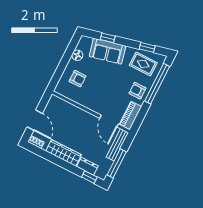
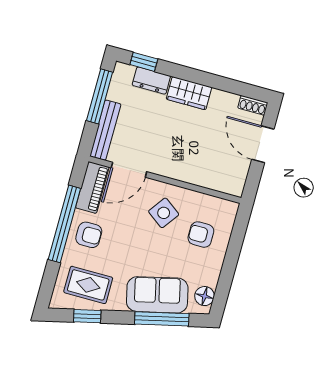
window: (108, 38) -> (162, 319), width x2.17
floor lamp: (77, 55) -> (205, 296), moved
window: (157, 84) -> (64, 224), moved
side table: (95, 94) -> (164, 213), added
door: (109, 121) -> (129, 170), swing flipped
wardrobe: (64, 153) -> (189, 93), width x0.67

